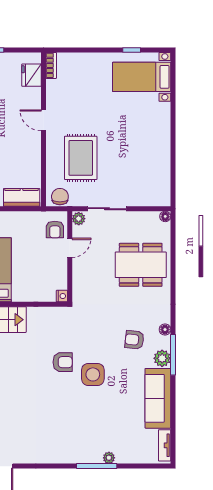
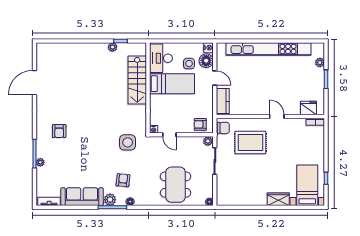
wardrobe: (162, 118) -> (278, 199), added
door: (44, 120) -> (277, 116), hinge flipped
door: (70, 248) -> (169, 135), moved
armchair: (63, 362) -> (59, 131), moved
side table: (93, 374) -> (128, 142), moved

